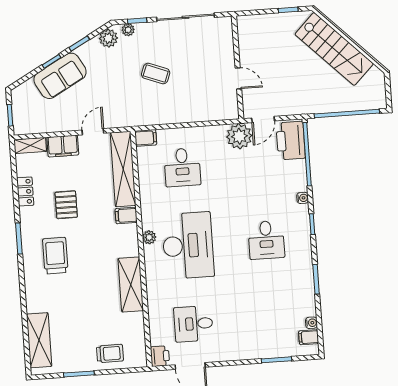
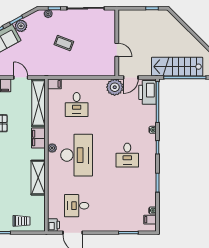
plant: (108, 38) -> (21, 26), moved
stairs: (334, 49) -> (177, 67), moved, turned 135
door: (93, 132) -> (21, 78), hinge flipped
filing cabinet: (126, 215) -> (38, 138), width x2.00

